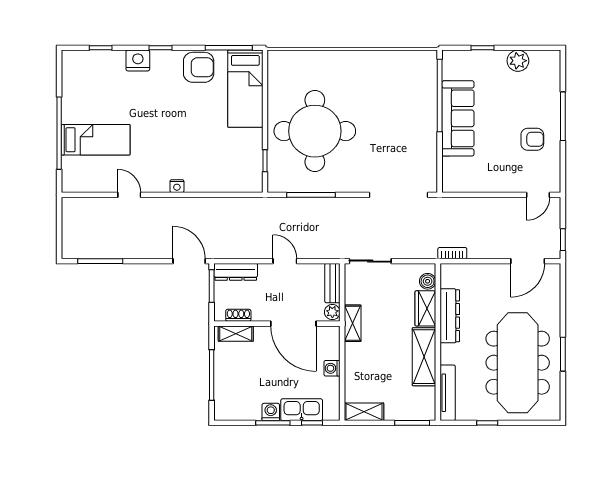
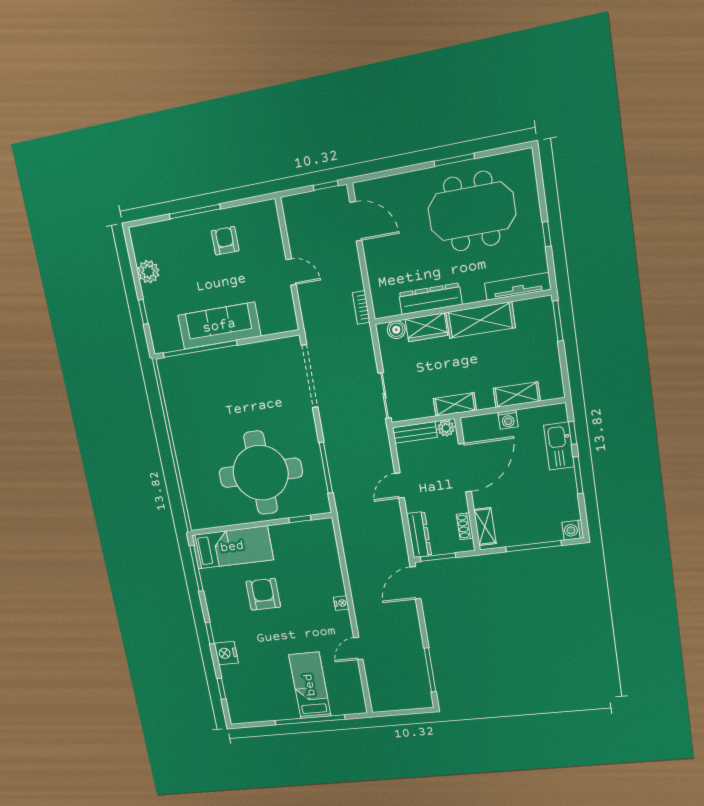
armchair: (199, 67) -> (263, 594), moved
door: (538, 195) -> (291, 272), moved
meeting table: (518, 363) -> (472, 211), width x0.73
washing machine: (271, 412) -> (573, 530), moved
shelving: (364, 412) -> (517, 395), moved, turned 90

